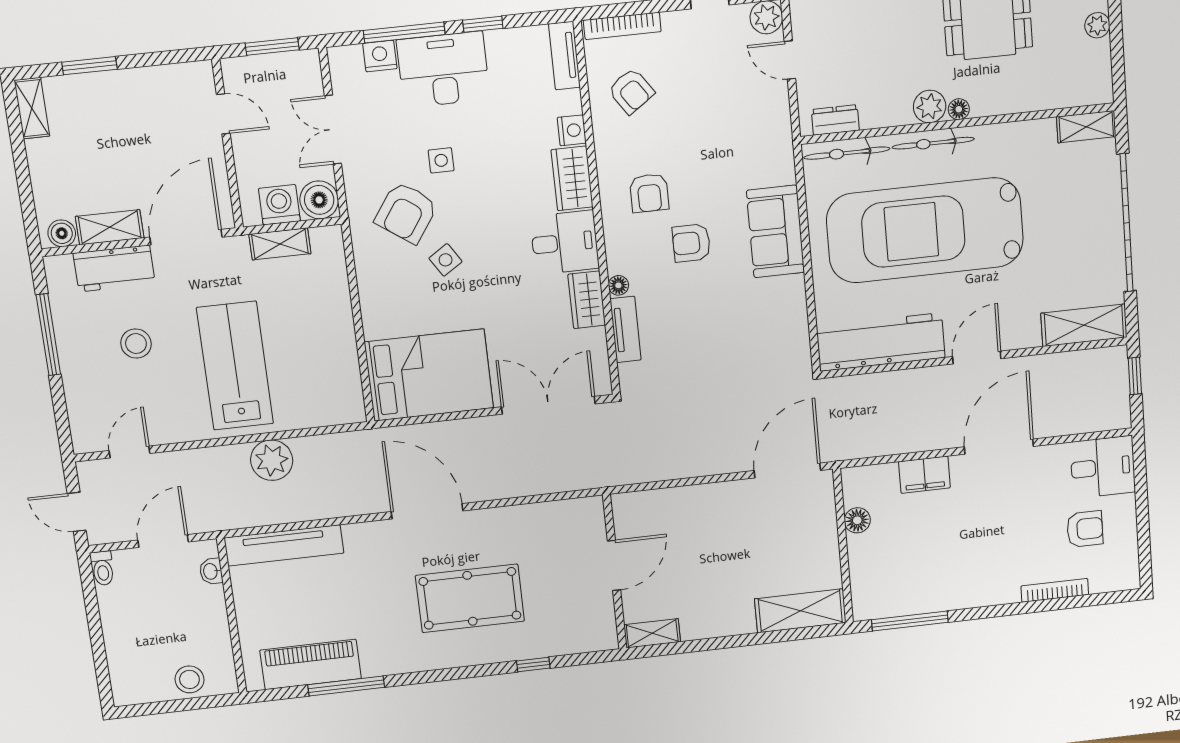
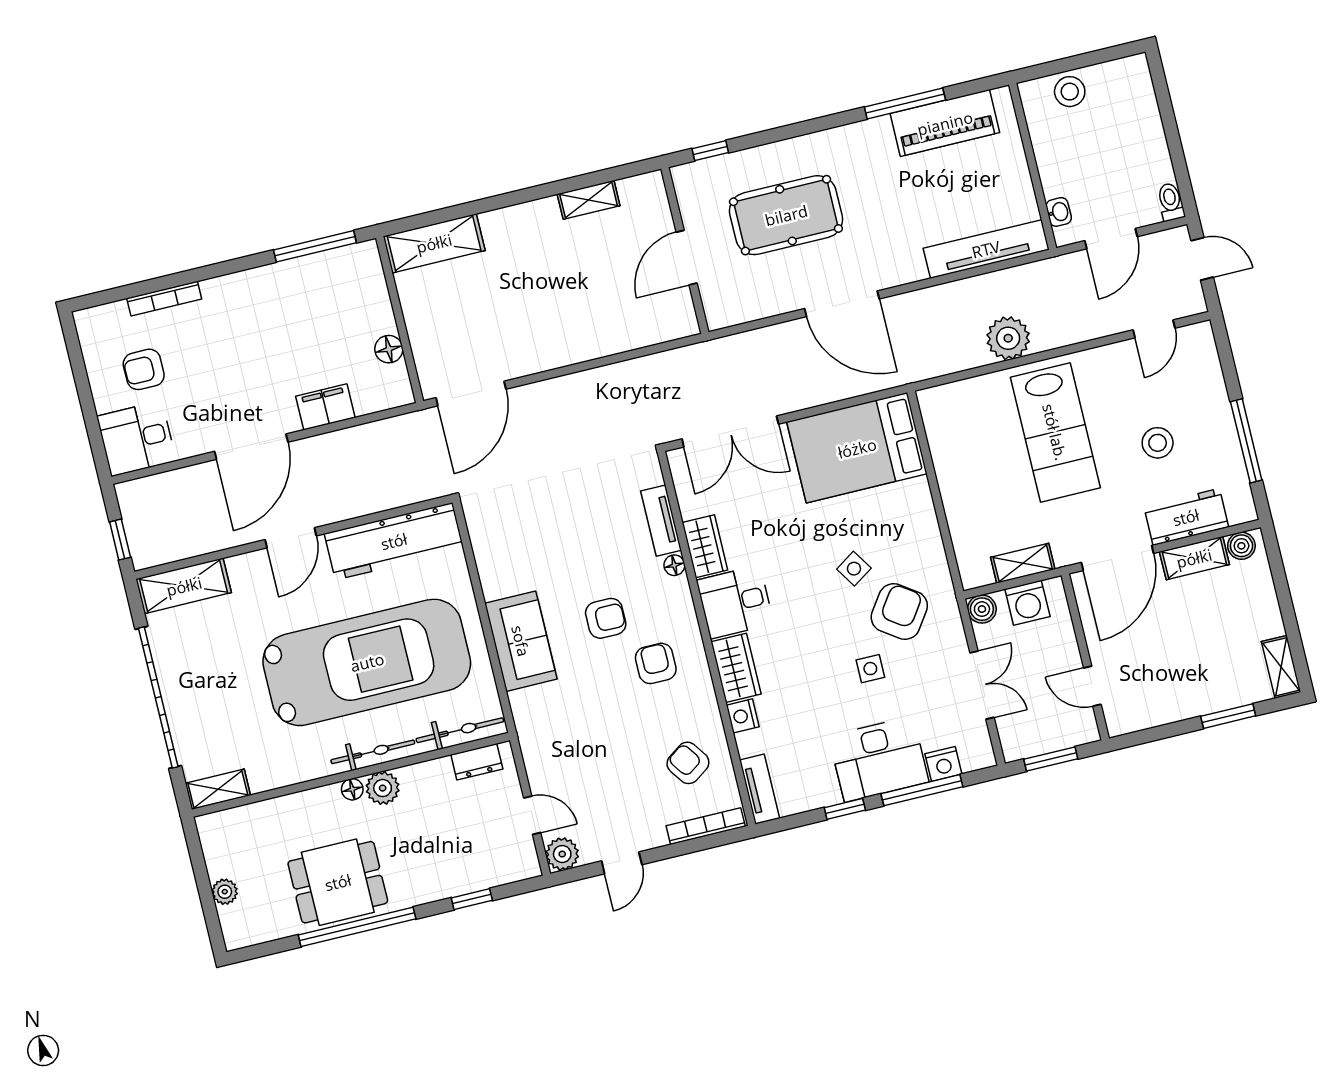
boiler: (319, 200) -> (982, 609), width x0.73, depth x0.73
door: (614, 565) -> (687, 258), moved
wall: (615, 572) -> (685, 250), moved

